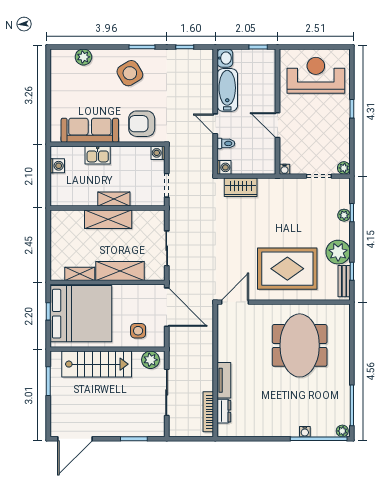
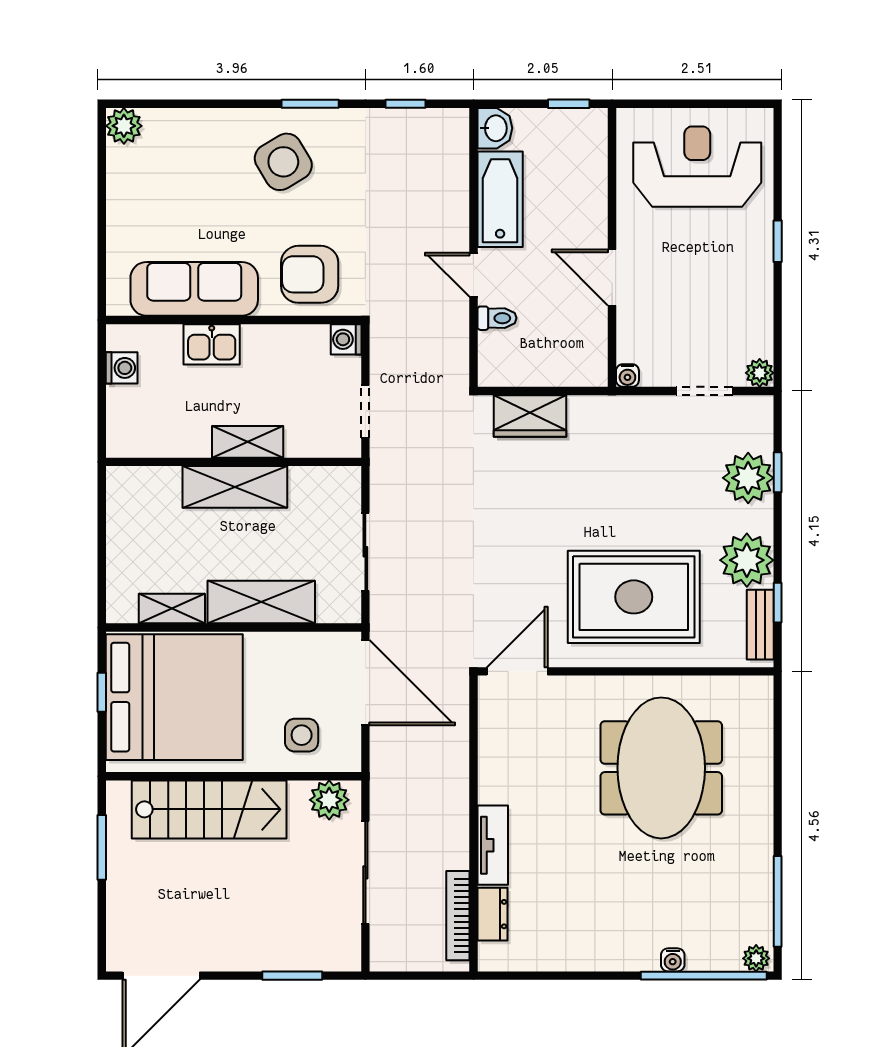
plant: (83, 57) -> (124, 126), moved
washing machine: (224, 167) -> (493, 372), removed
plant: (344, 215) -> (748, 478), width x1.88, depth x1.88

